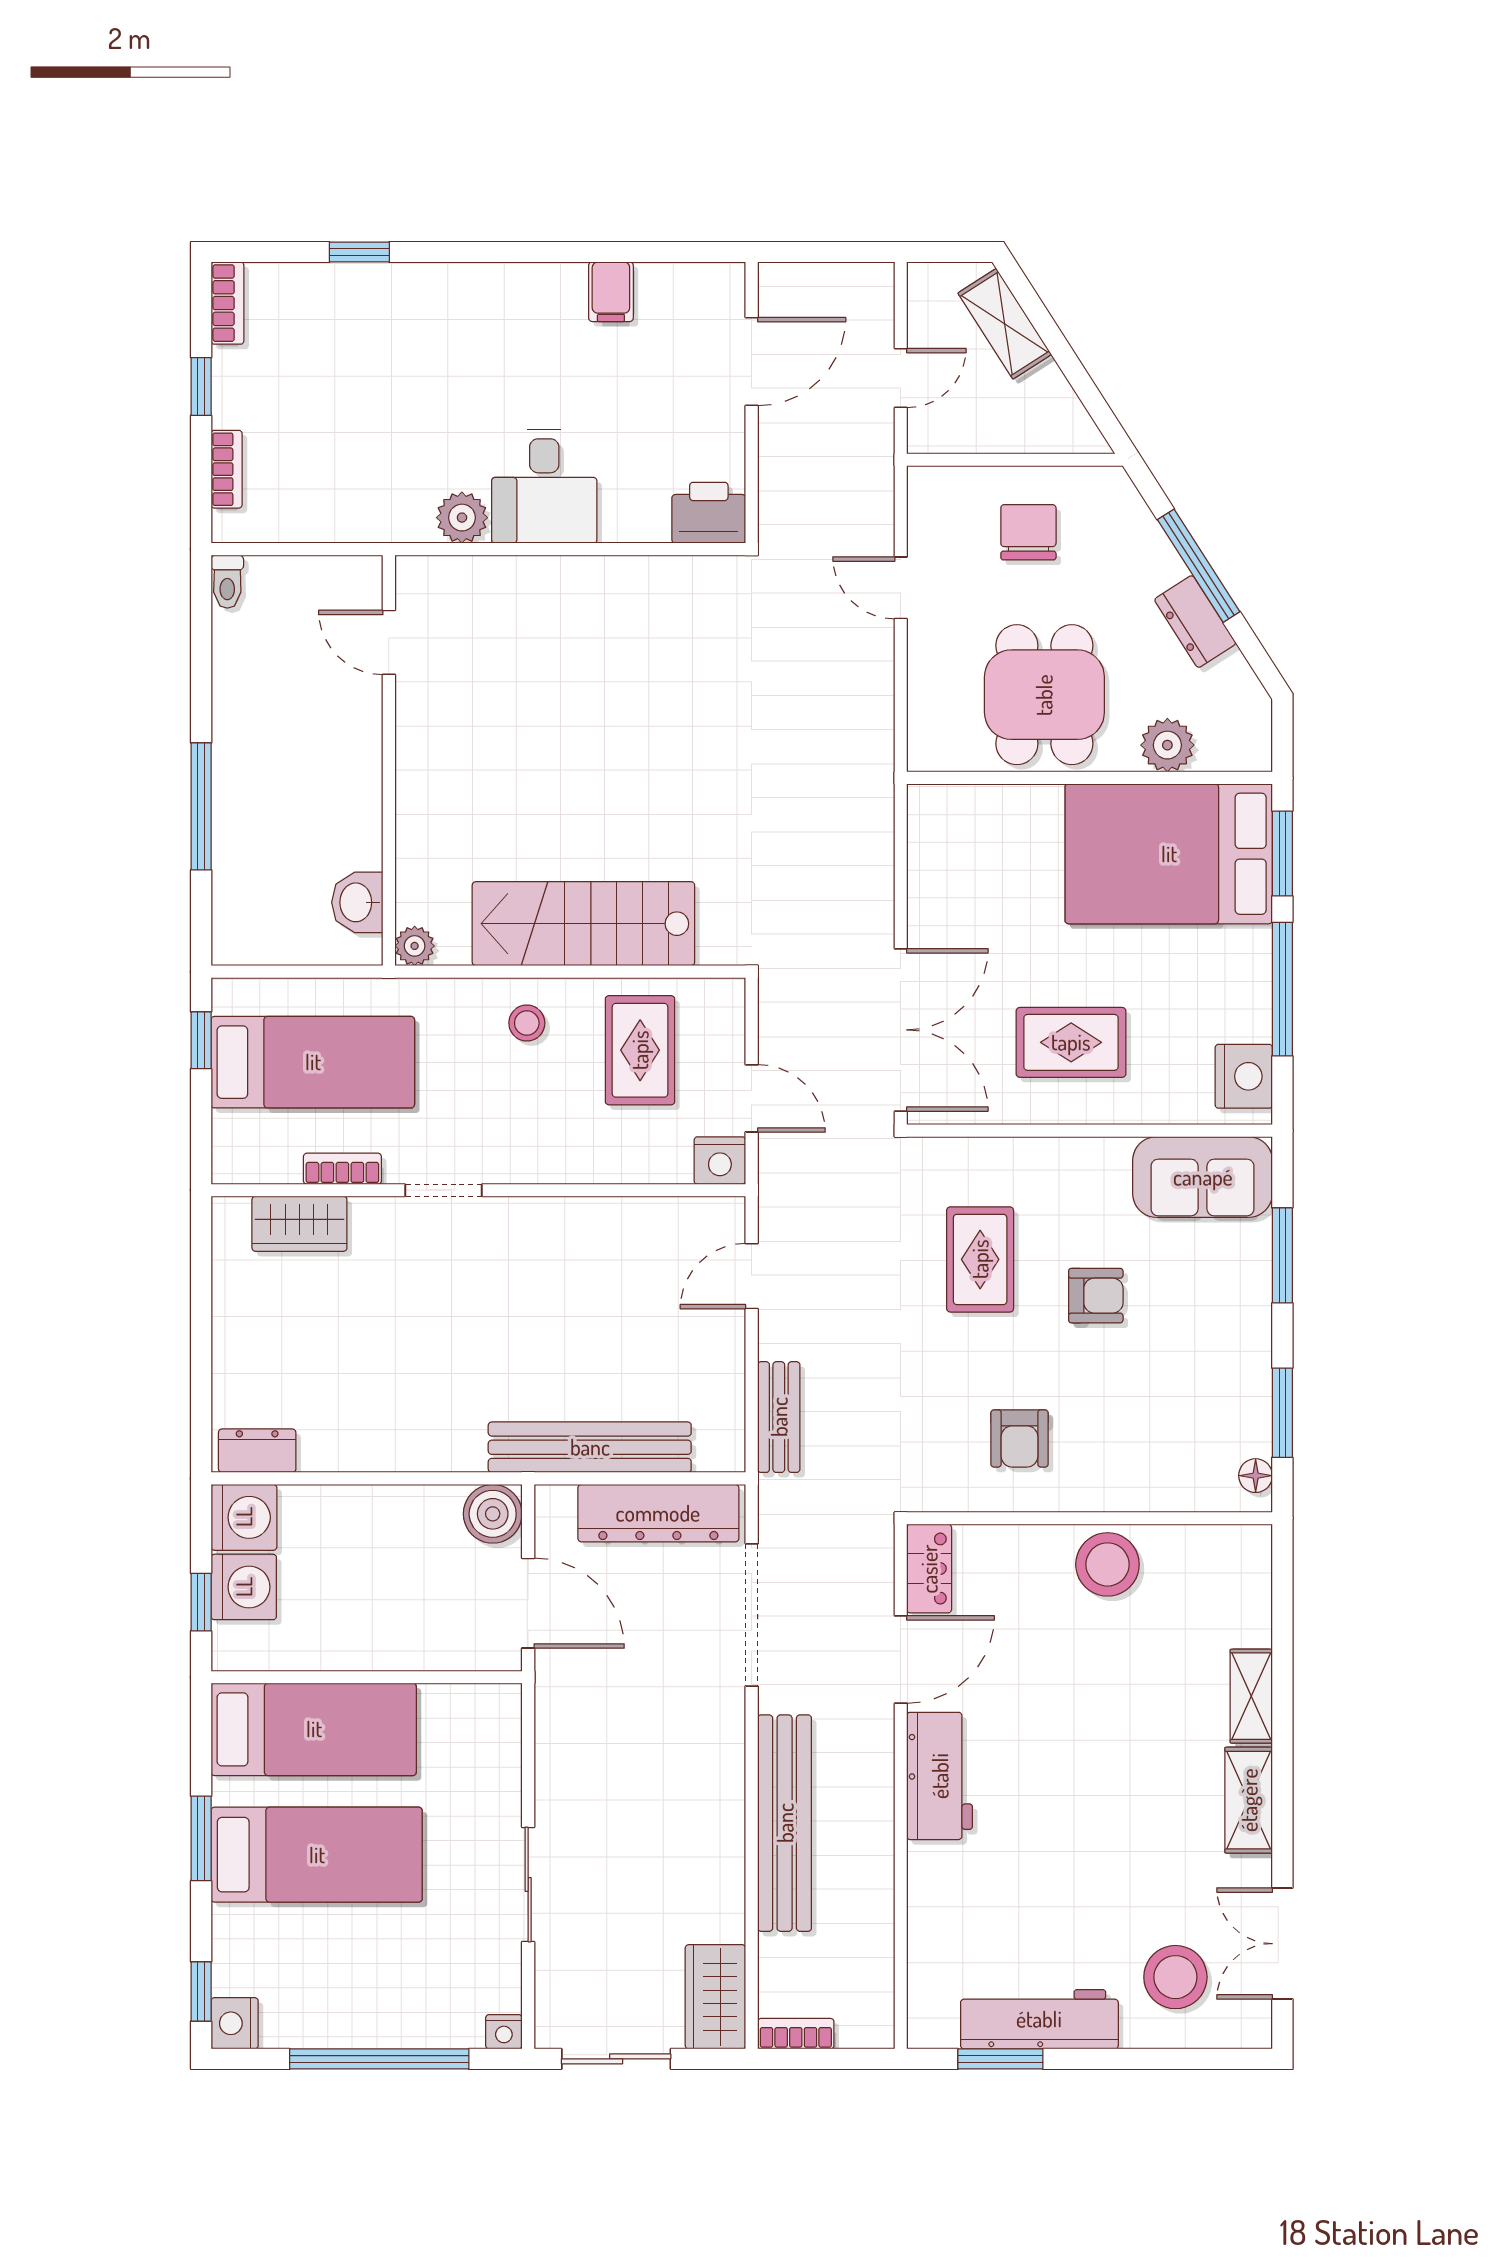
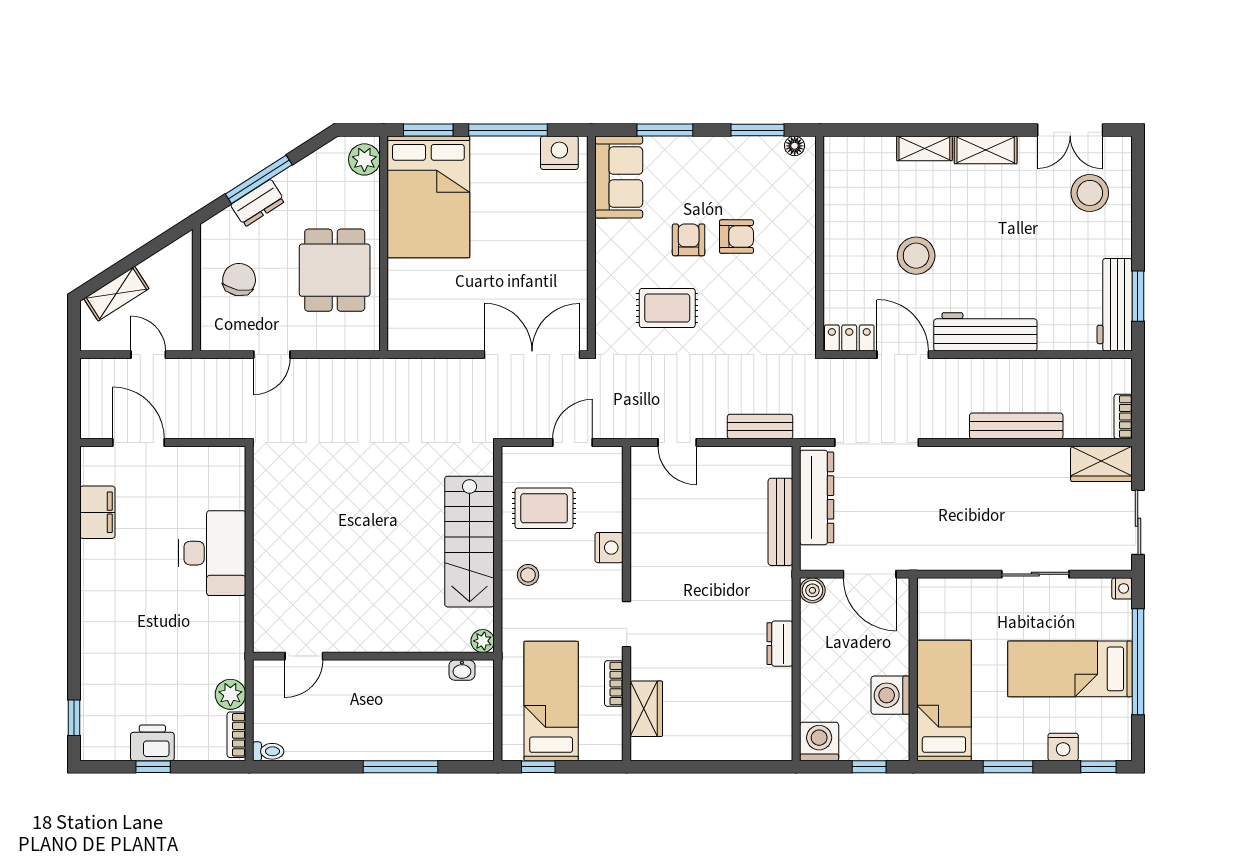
window: (359, 252) -> (74, 718), moved
filing cabinet: (611, 292) -> (97, 512), width x2.00
bookcase: (227, 303) -> (104, 751), removed
bookcase: (227, 469) -> (236, 735), moved, turned -90
desk: (544, 486) -> (212, 553), width x1.37
printer: (709, 513) -> (152, 743), moved, turned 90
plant: (462, 518) -> (230, 694), moved
chair: (1028, 532) -> (239, 280), turned 101
dresser: (1195, 622) -> (258, 203), moved
dining table: (1044, 695) -> (335, 270), turned 90
plant: (1167, 745) -> (364, 159), moved
washbasin: (357, 902) -> (462, 670), width x0.72, depth x0.69
rug: (1071, 1042) -> (539, 254), removed
nightstand: (720, 1161) -> (609, 548), moved
armchair: (1020, 1438) -> (736, 237), moved
bench: (590, 1447) -> (780, 522), width x0.73, depth x0.82
dresser: (257, 1451) -> (780, 644), moved
boiler: (493, 1514) -> (812, 590), width x0.73, depth x0.73
stool: (1107, 1564) -> (916, 256), moved
washing machine: (244, 1587) -> (890, 695), moved, turned -90
door: (528, 1603) -> (870, 574), swing flipped
workbench: (940, 1776) -> (985, 332), width x1.38
bench: (785, 1823) -> (1016, 426), width x0.73, depth x0.82
bed: (317, 1855) -> (1070, 669), moved, turned -90
workbench: (1039, 2019) -> (1115, 305), moved
nightstand: (235, 2023) -> (1063, 747), moved

